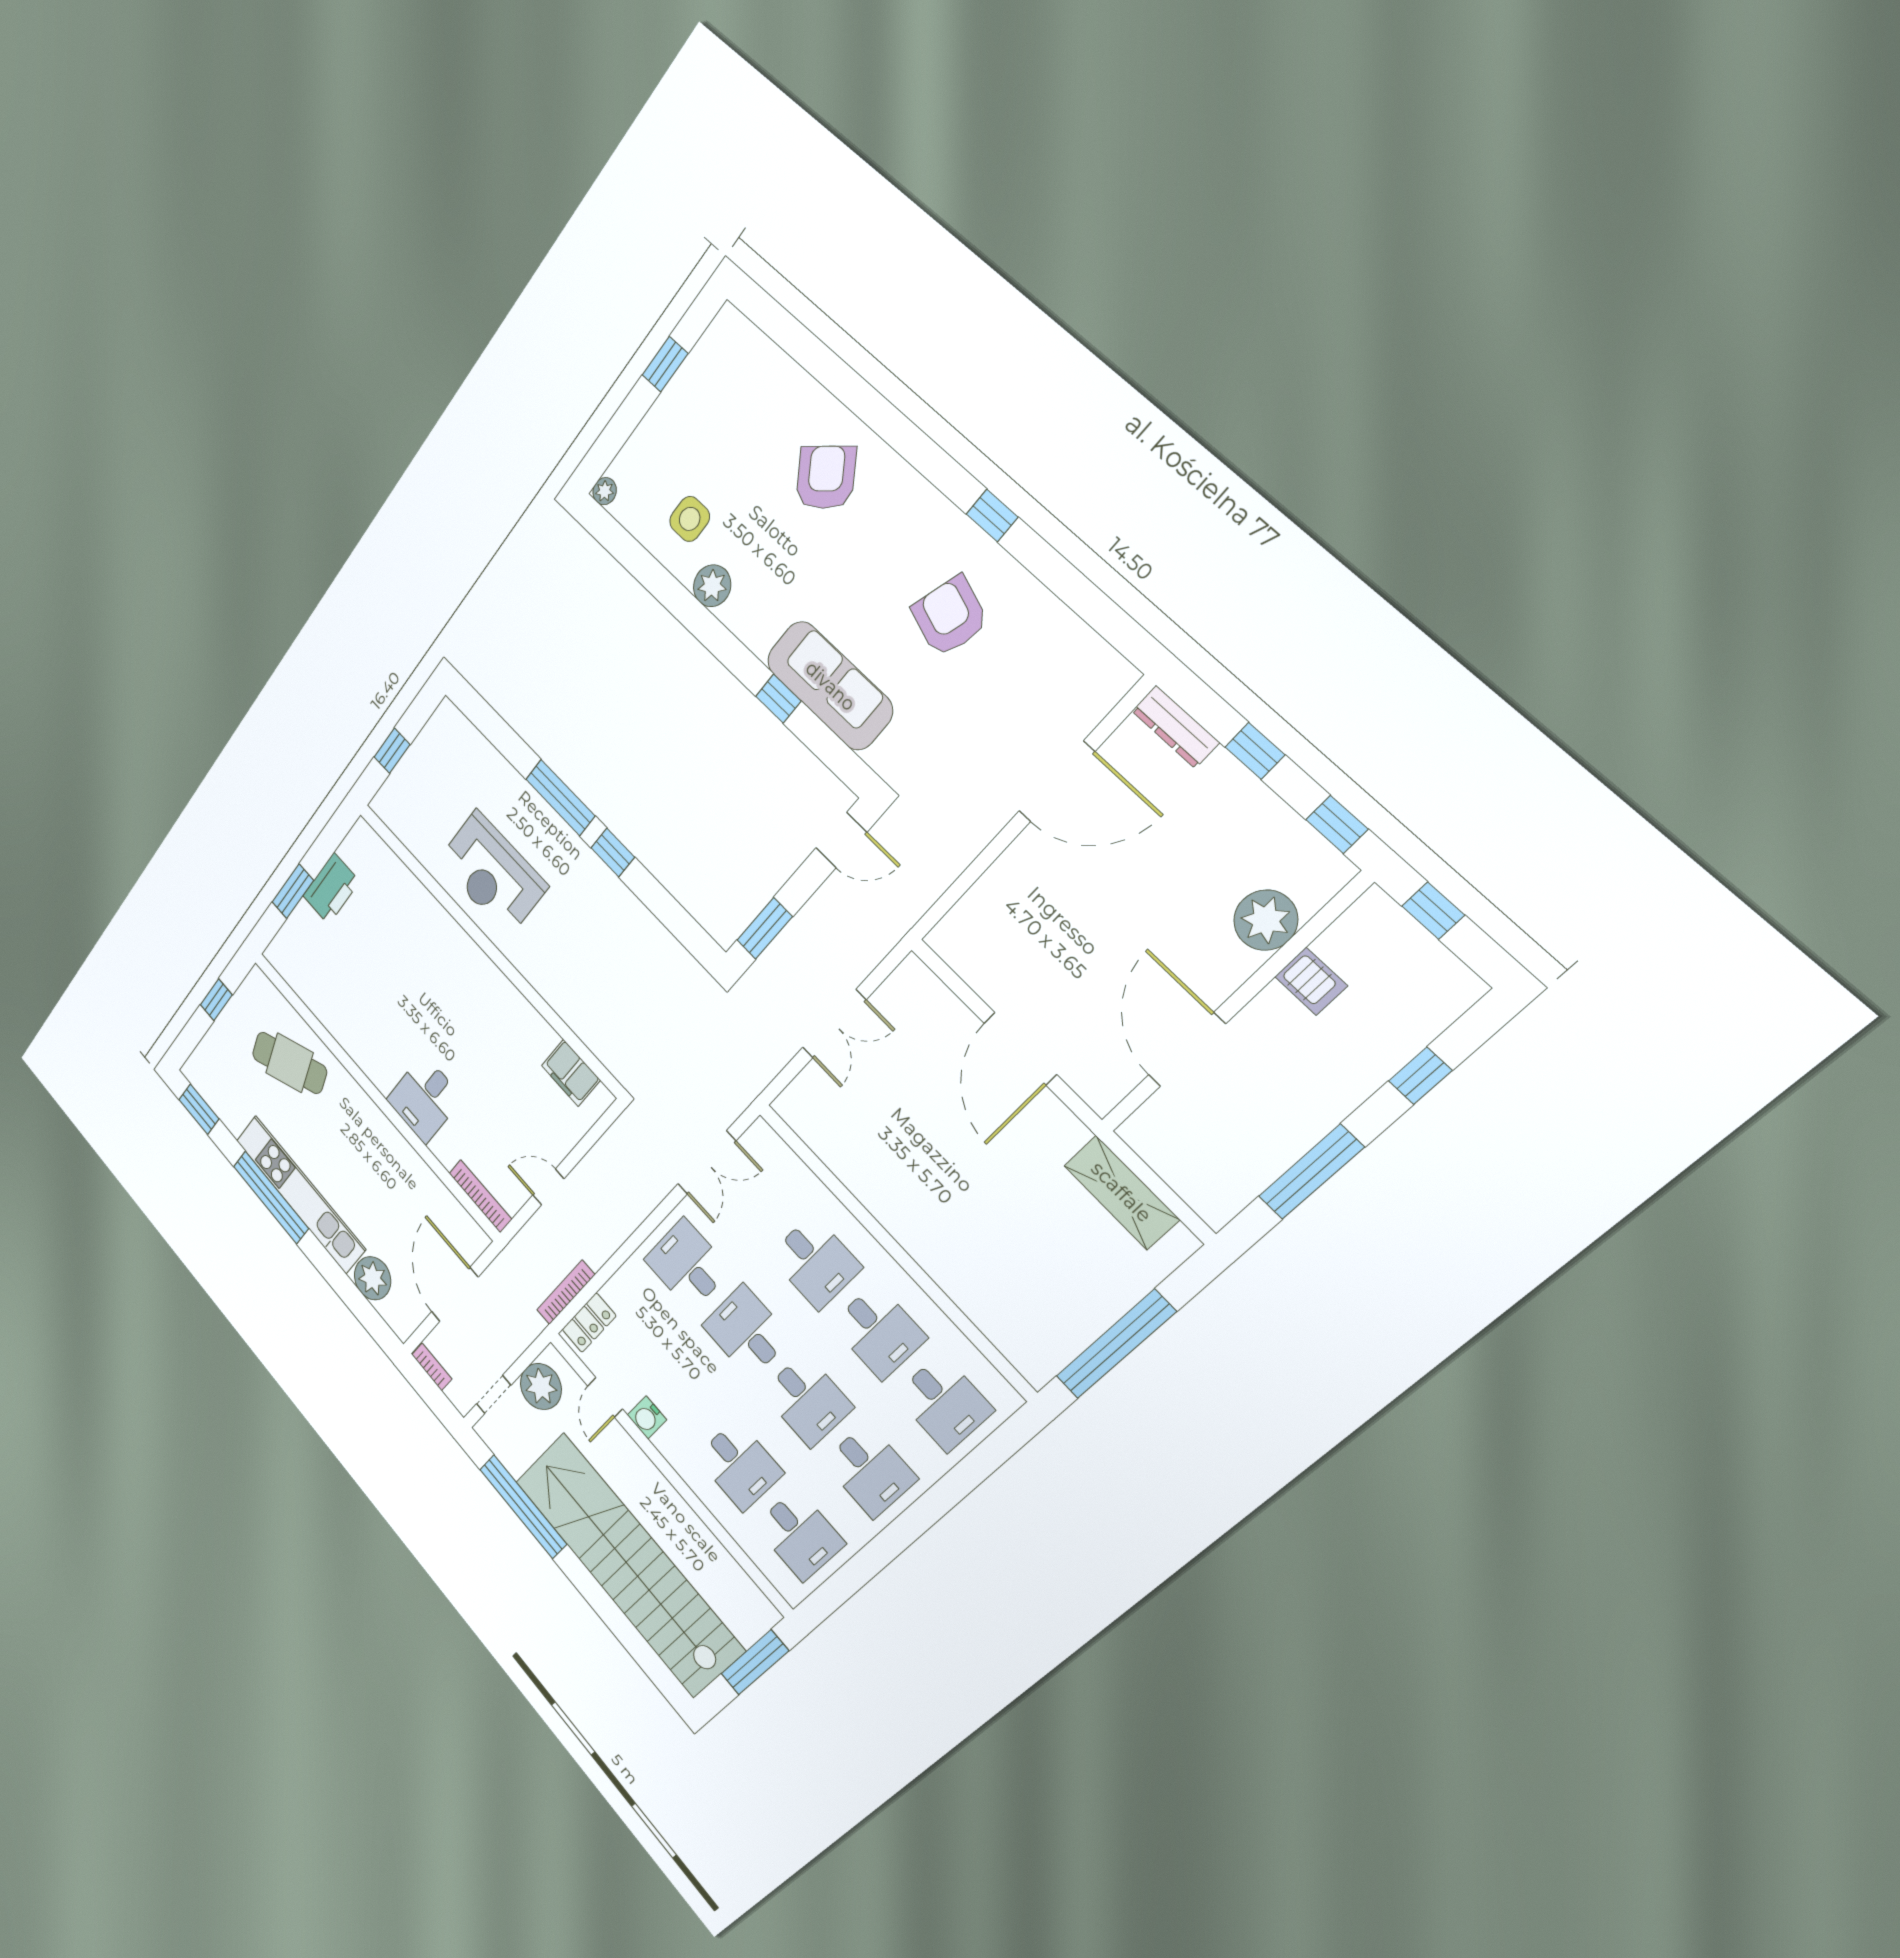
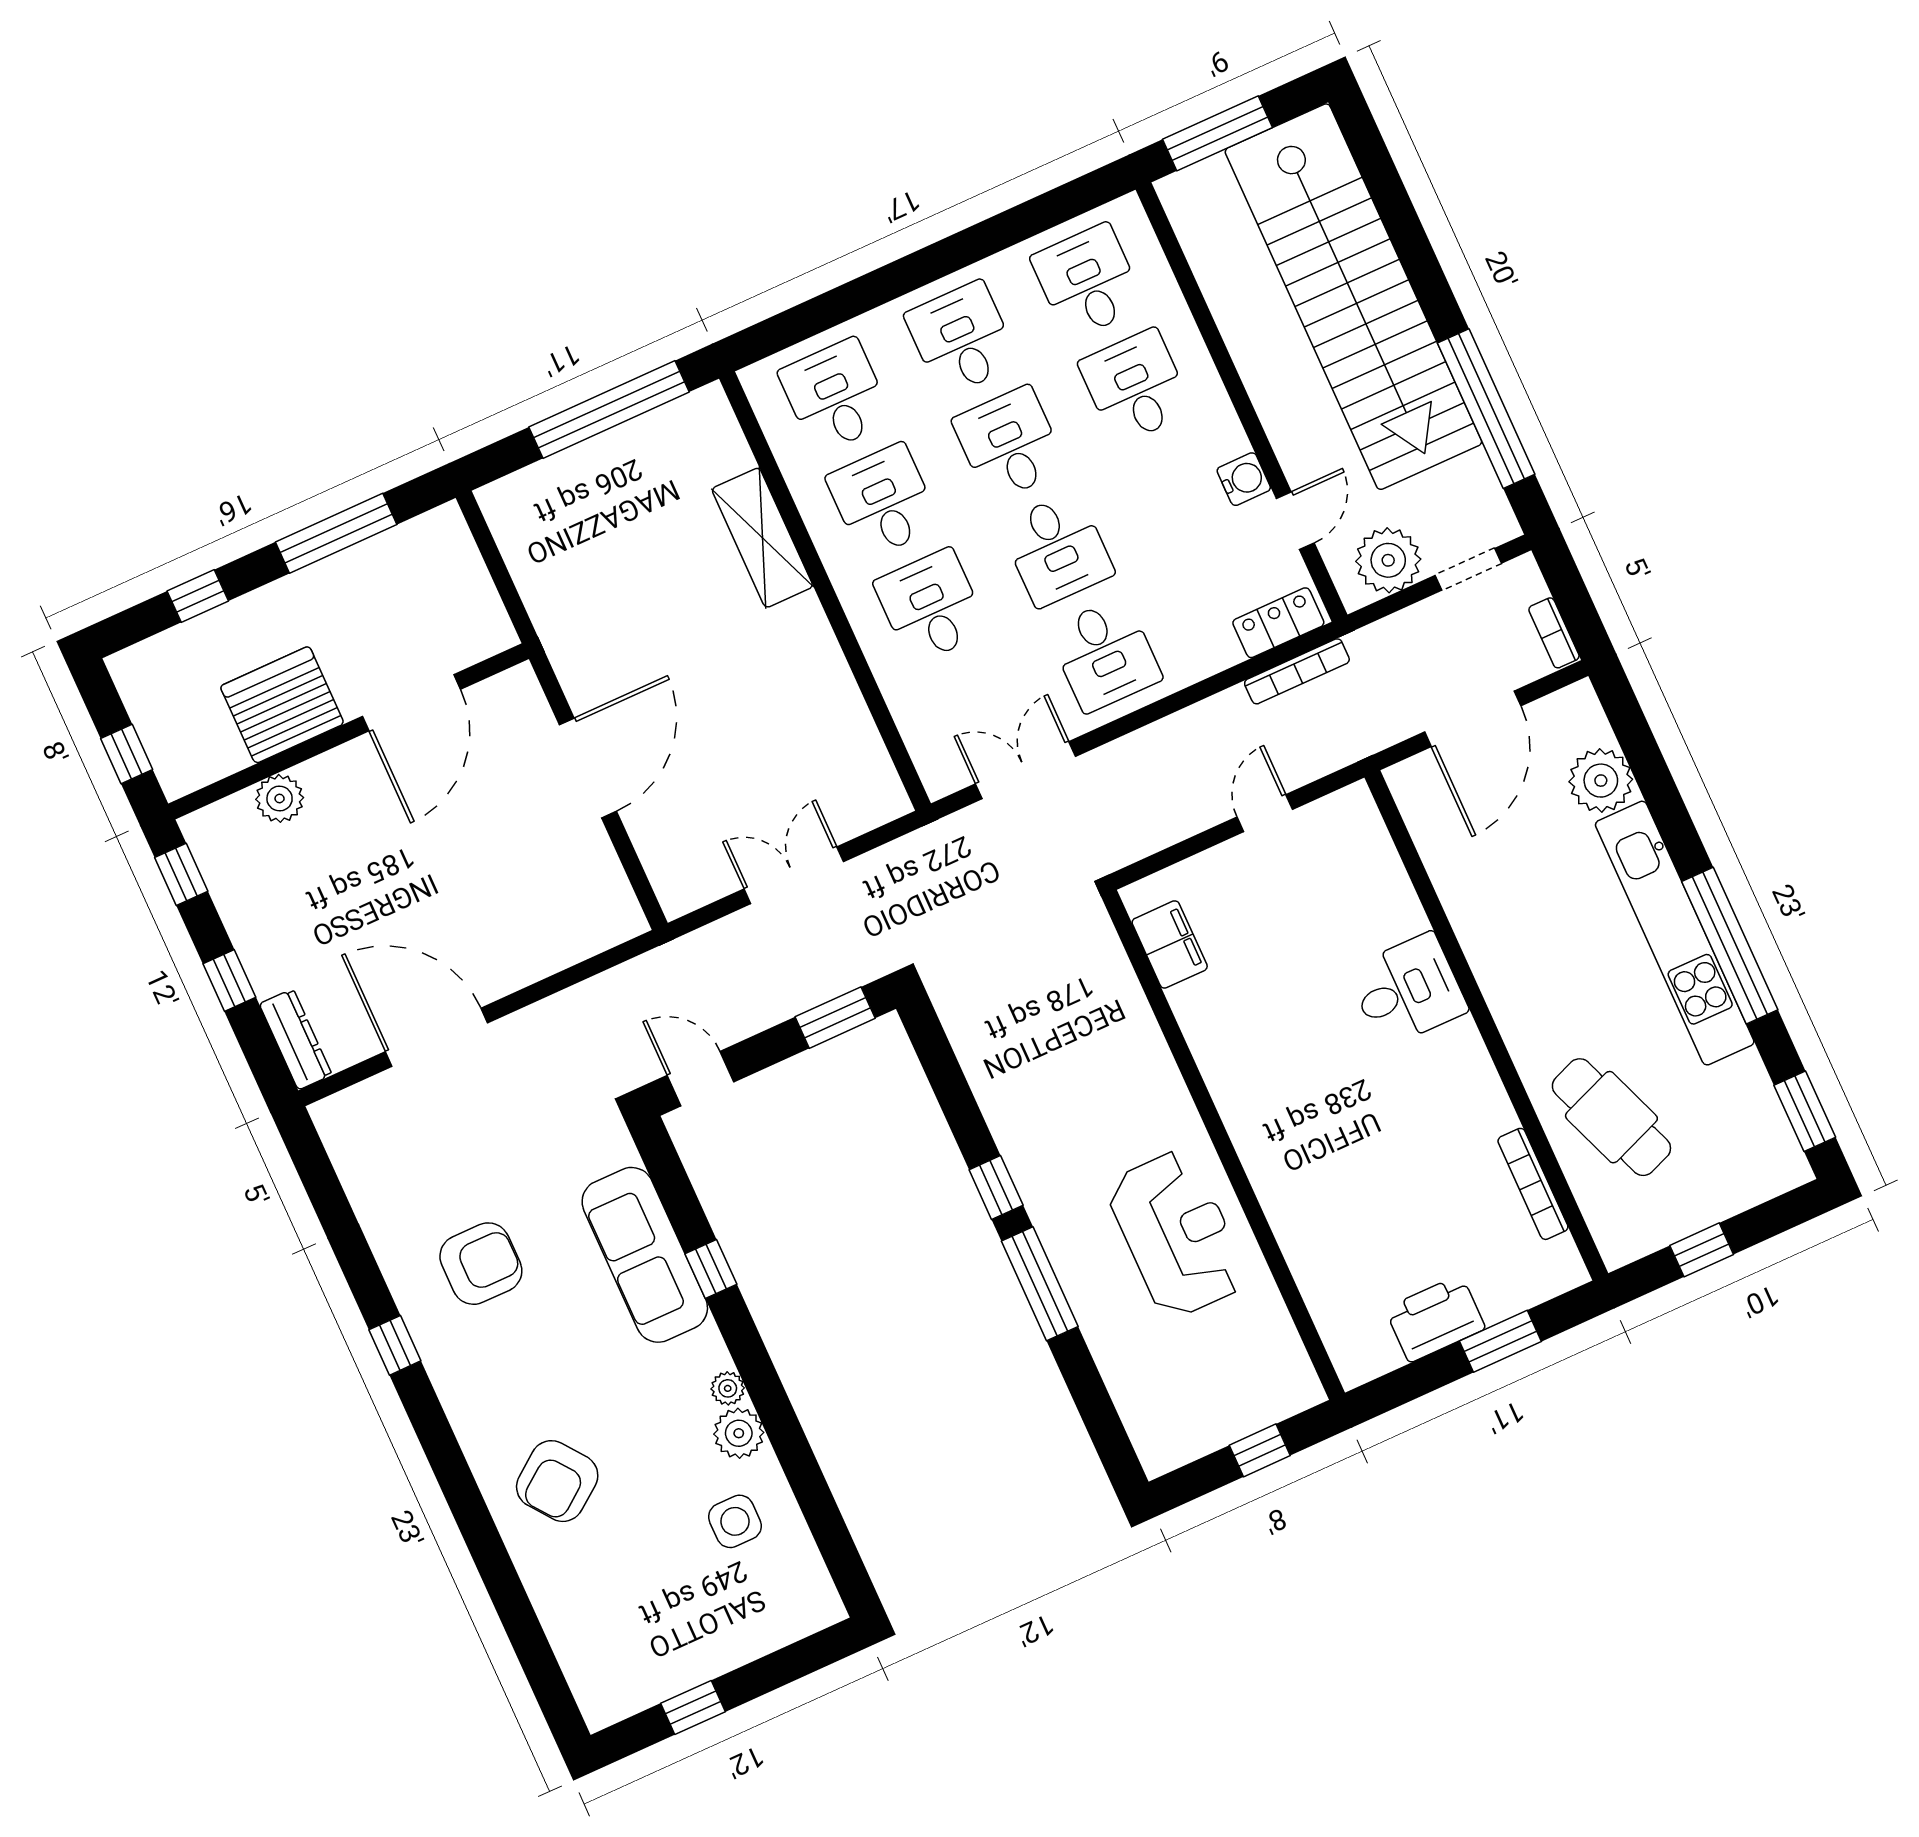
plant: (605, 491) -> (728, 1388), moved
armchair: (950, 616) -> (481, 1264), turned -108
plant: (1266, 920) -> (280, 798), width x0.73, depth x0.73
server rack: (1311, 981) -> (282, 705), width x2.18, depth x1.44
door: (548, 1187) -> (1265, 813), swing flipped
shelving: (1121, 1192) -> (762, 538), moved
bookcase: (480, 1196) -> (1533, 1184), moved

